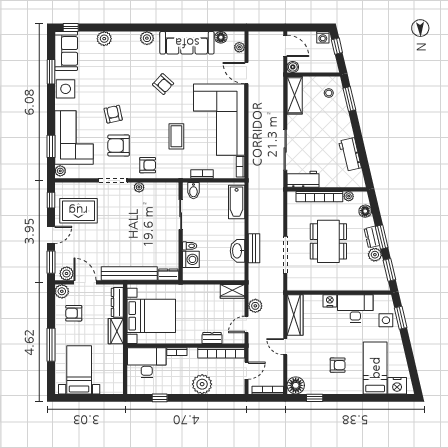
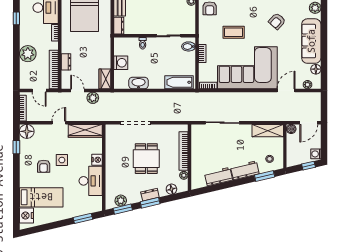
workbench: (303, 179) -> (245, 170), moved, turned -103
dining table: (328, 241) -> (146, 159), width x0.73
bench: (254, 248) -> (141, 97), removed
plant: (375, 255) -> (121, 201), moved
washing machine: (191, 259) -> (121, 63), moved, turned -90
side table: (386, 320) -> (62, 160), moved

